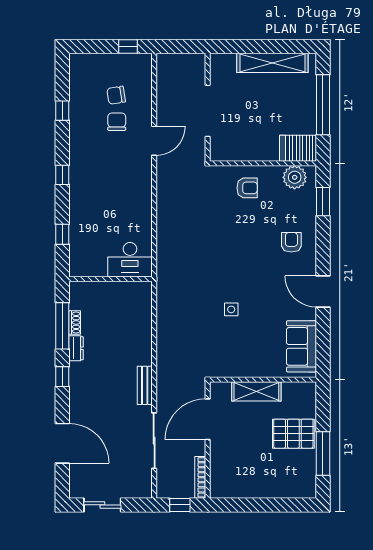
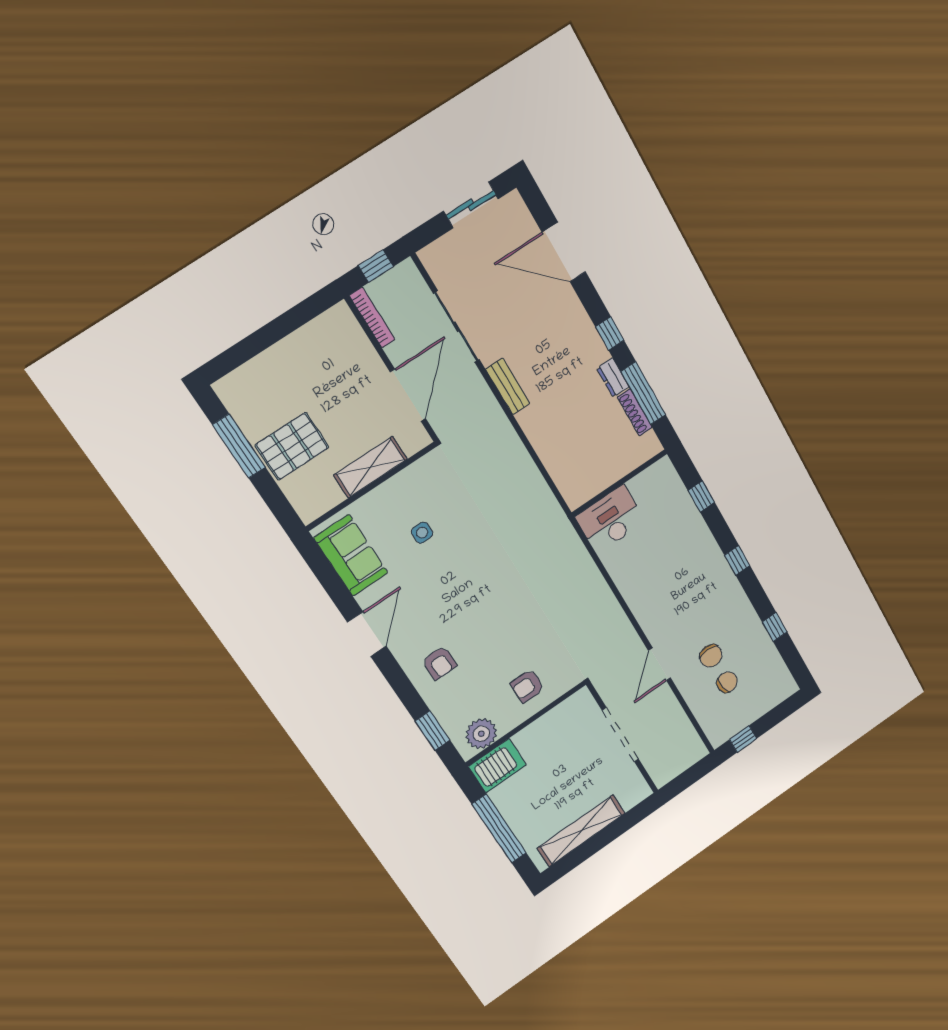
door: (323, 292) -> (367, 634), hinge flipped
side table: (231, 309) -> (422, 533), moved
shoe rack: (75, 322) -> (635, 412), width x1.43

